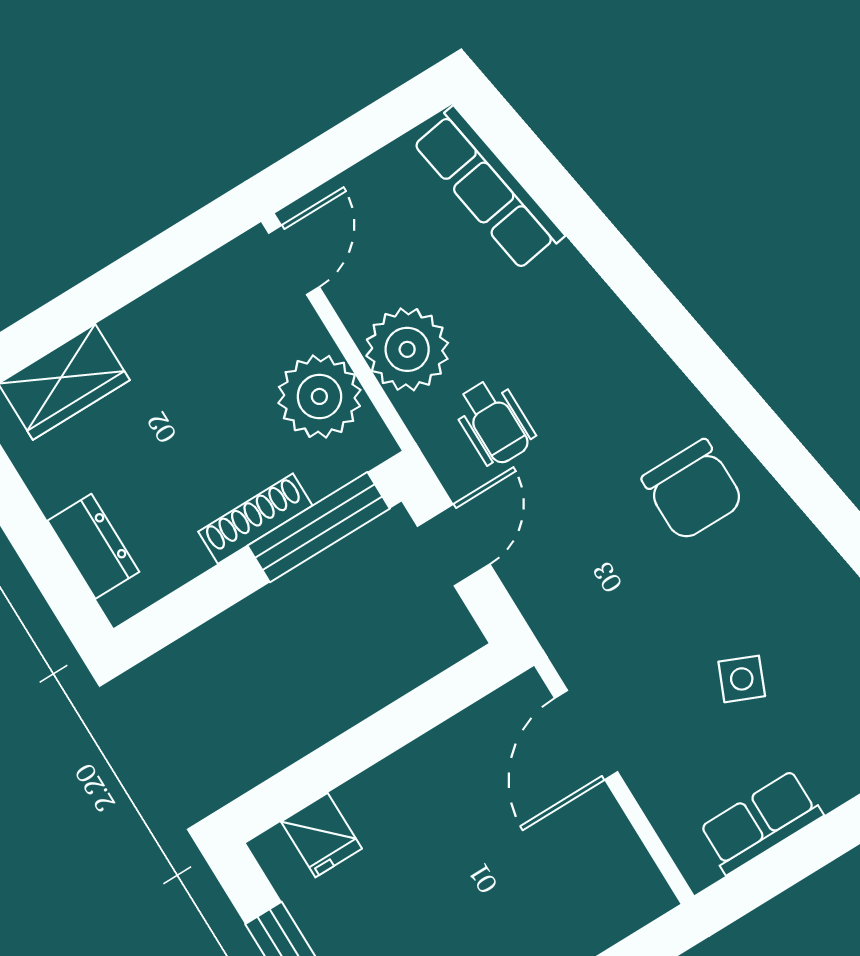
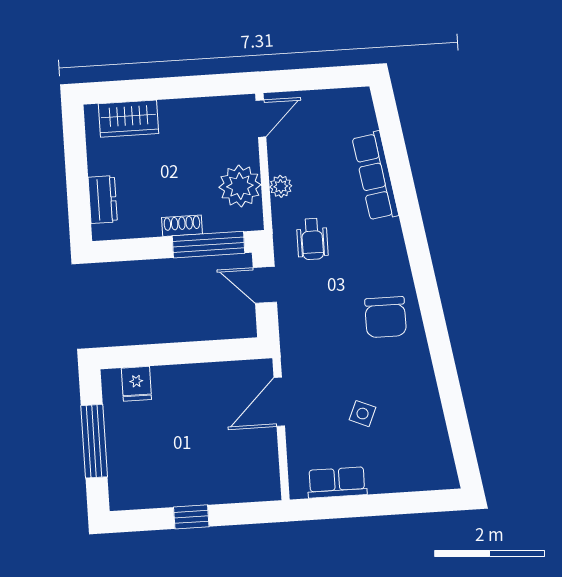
row of seats: (488, 189) -> (375, 176), moved
plant: (407, 349) -> (281, 186), width x0.53, depth x0.53
shoe rack: (255, 519) -> (182, 226), width x0.70
door: (454, 545) -> (265, 285), swing flipped

